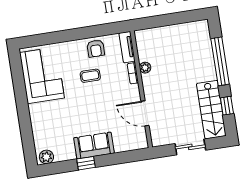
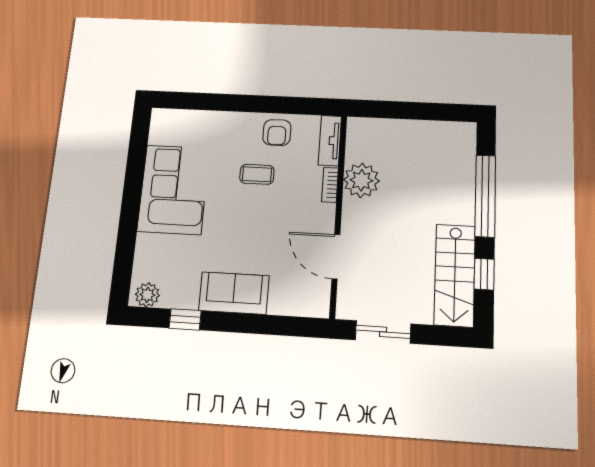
plant: (145, 68) -> (361, 180), width x1.87, depth x1.87
corner sofa: (42, 75) -> (174, 190), moved
sliding door: (190, 147) -> (383, 332), moved
window: (86, 163) -> (185, 319), moved

